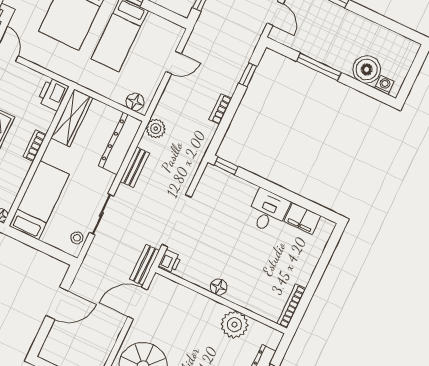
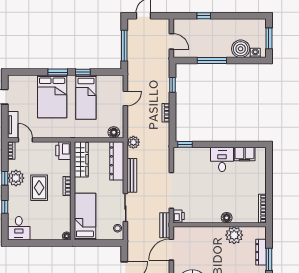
window: (413, 74) -> (269, 38), added
bench: (135, 167) -> (132, 175), width x1.36
floor lamp: (219, 287) -> (227, 218), moved

